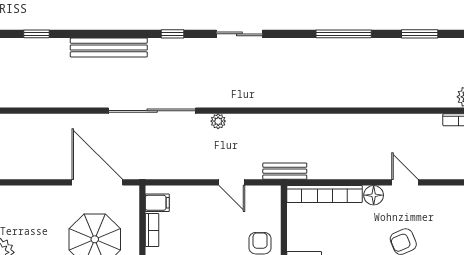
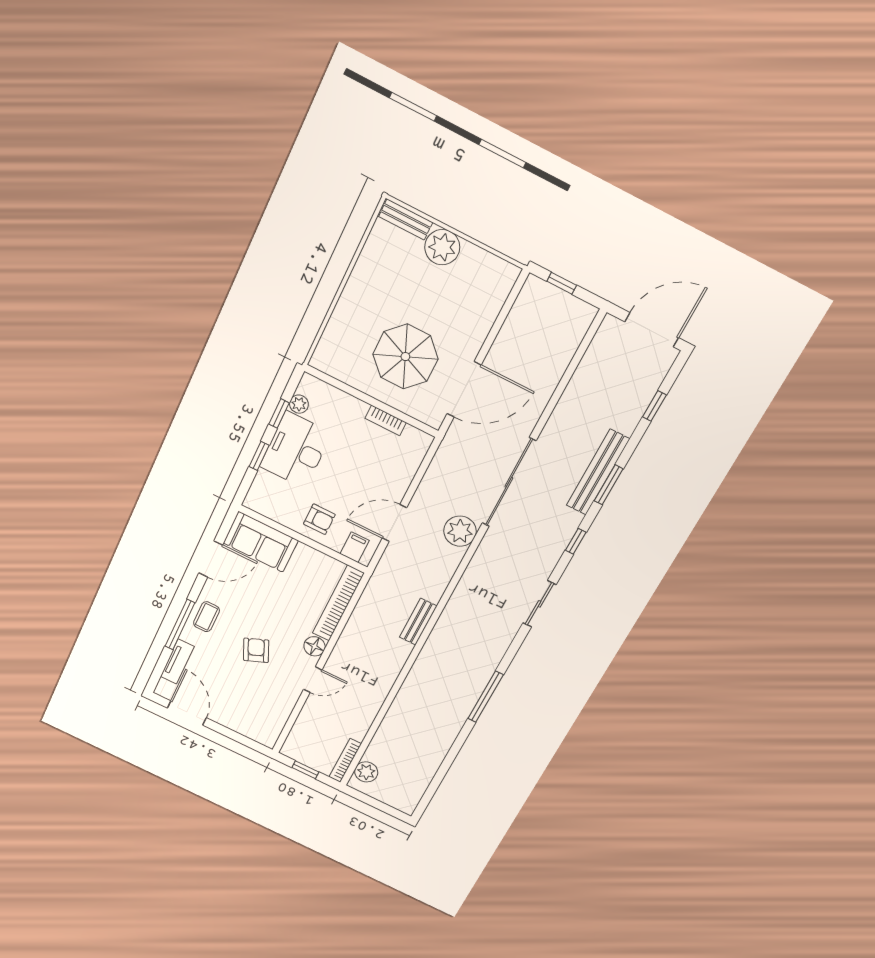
window: (420, 34) -> (609, 485), moved
plant: (218, 121) -> (460, 531), width x1.88, depth x1.88
bench: (285, 171) -> (418, 622), moved
door: (232, 182) -> (394, 523), width x1.38
filing cabinet: (157, 203) -> (355, 547), moved, turned 180

